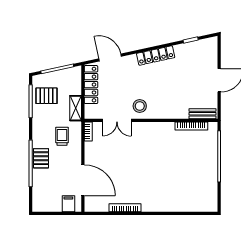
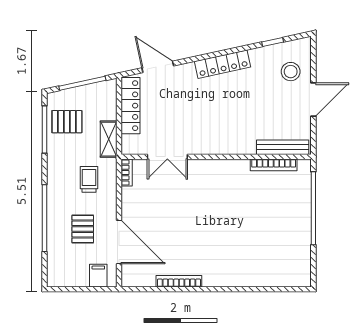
stool: (140, 106) -> (291, 72), moved
bench: (203, 114) -> (283, 147), width x1.36
pallet: (41, 158) -> (83, 229), moved

